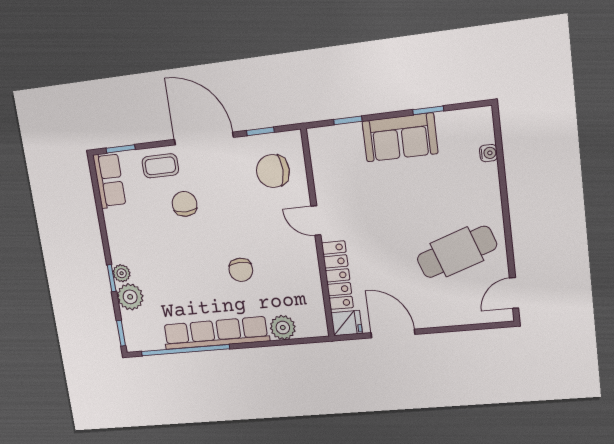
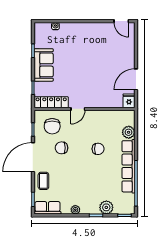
chair: (185, 204) -> (62, 148), moved
cafe table: (457, 252) -> (99, 45), removed
plant: (122, 273) -> (75, 210), moved
locker: (337, 275) -> (51, 102), moved

